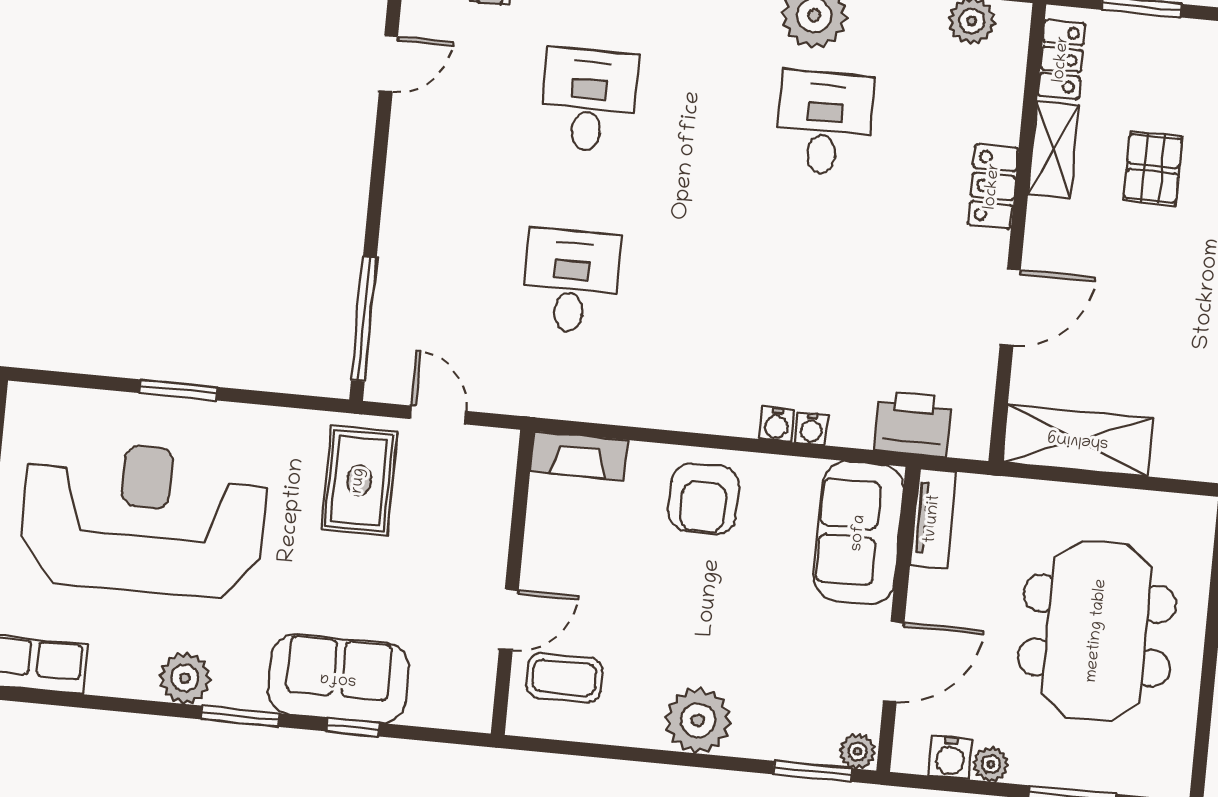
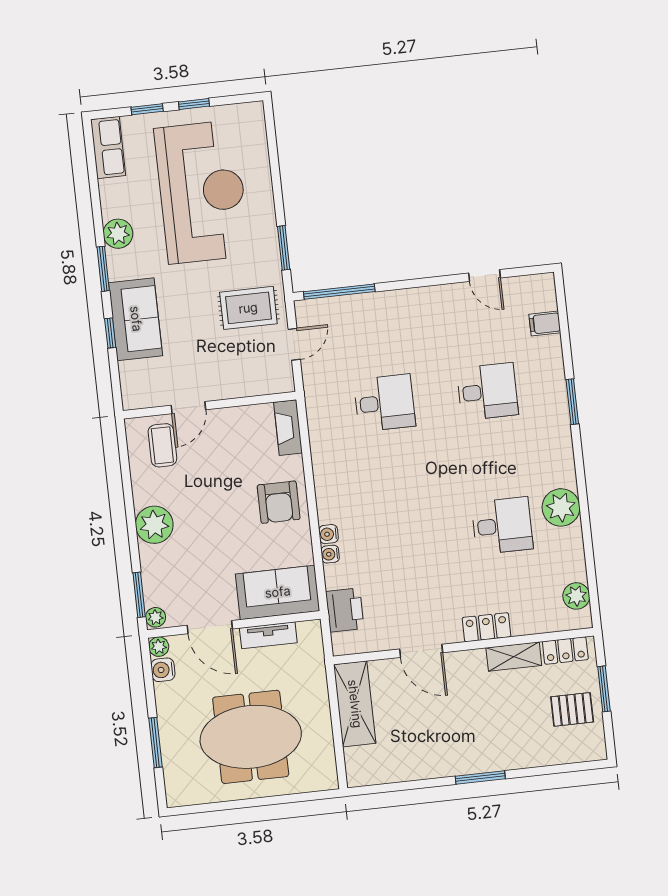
pallet: (1153, 168) -> (572, 709), moved
window: (178, 390) -> (284, 248), moved
armchair: (704, 499) -> (279, 502), turned -90
tv unit: (933, 519) -> (268, 635), moved
door: (509, 620) -> (188, 408), hinge flipped
plant: (991, 764) -> (159, 647), moved

